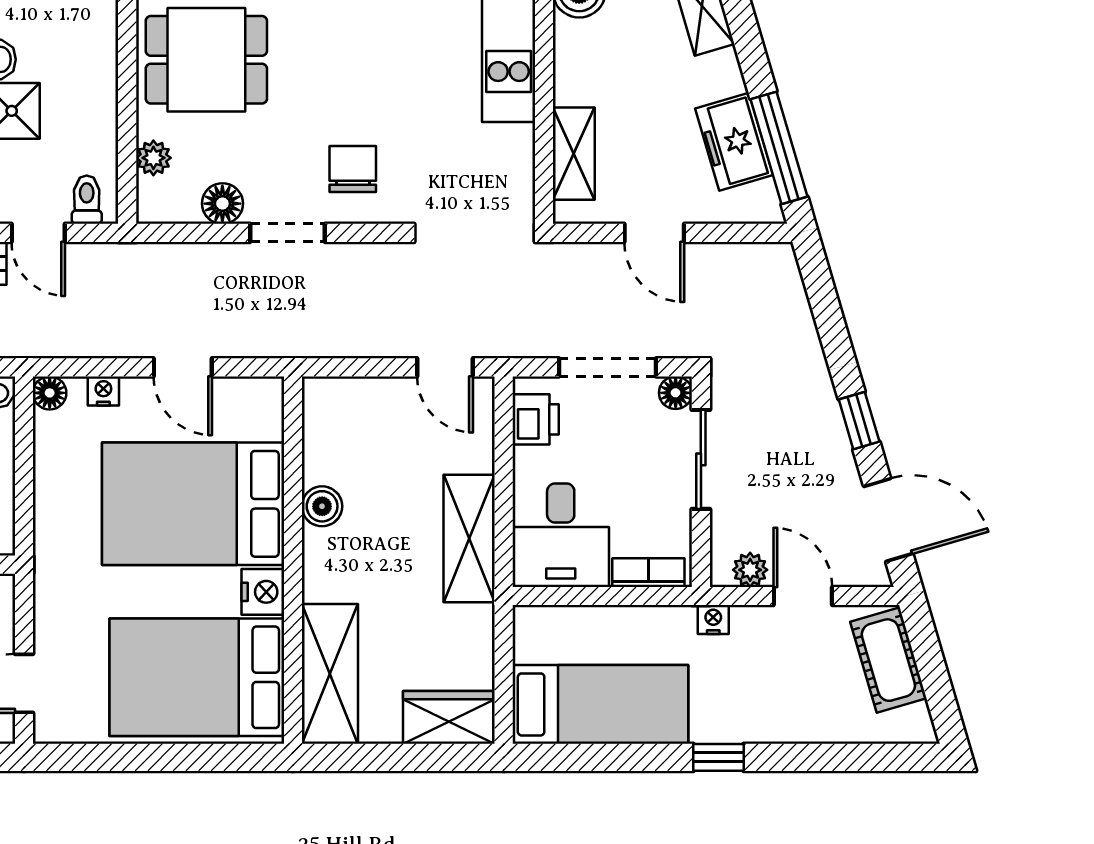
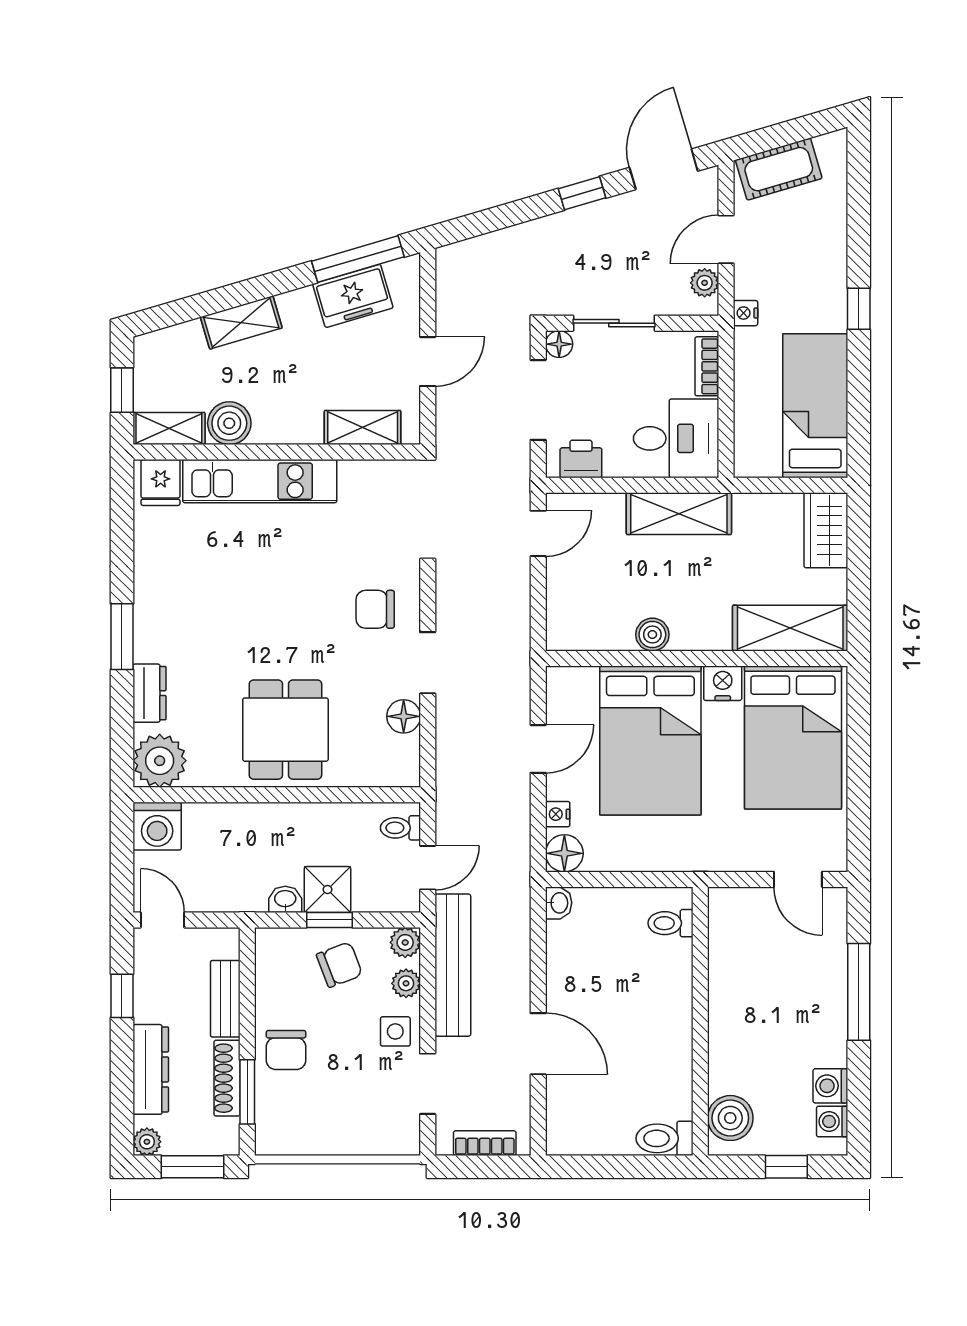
plant: (153, 158) -> (366, 773), removed
floor lamp: (50, 393) -> (564, 853), width x1.37, depth x1.37

